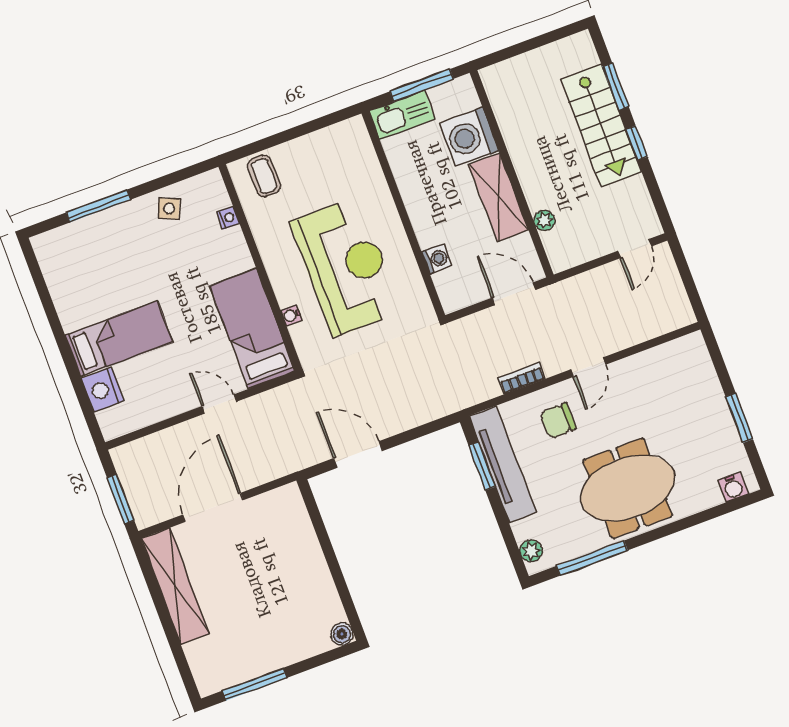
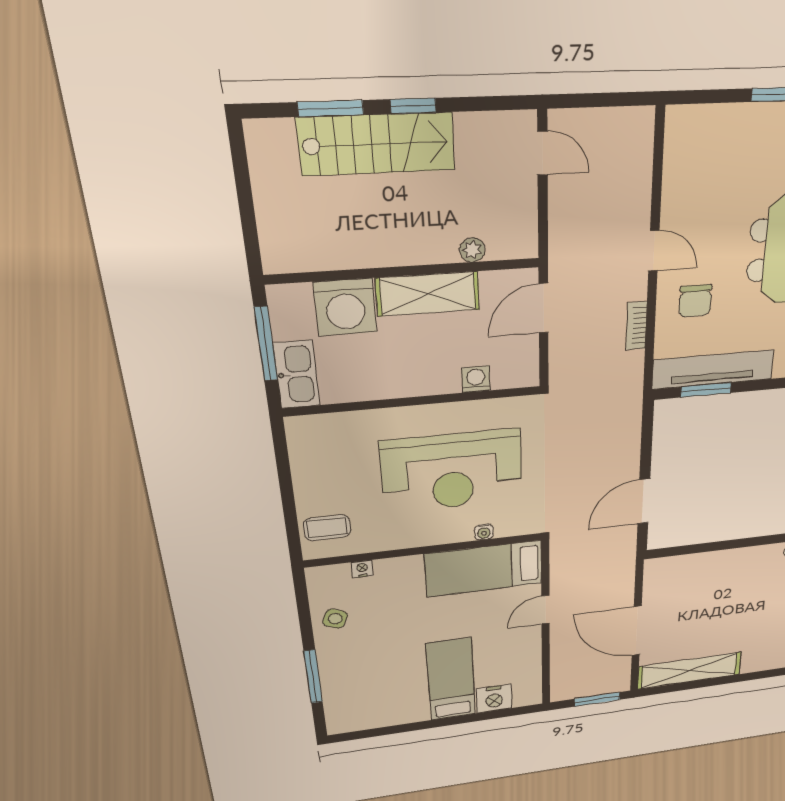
reception desk: (346, 267) -> (452, 471), turned 180

